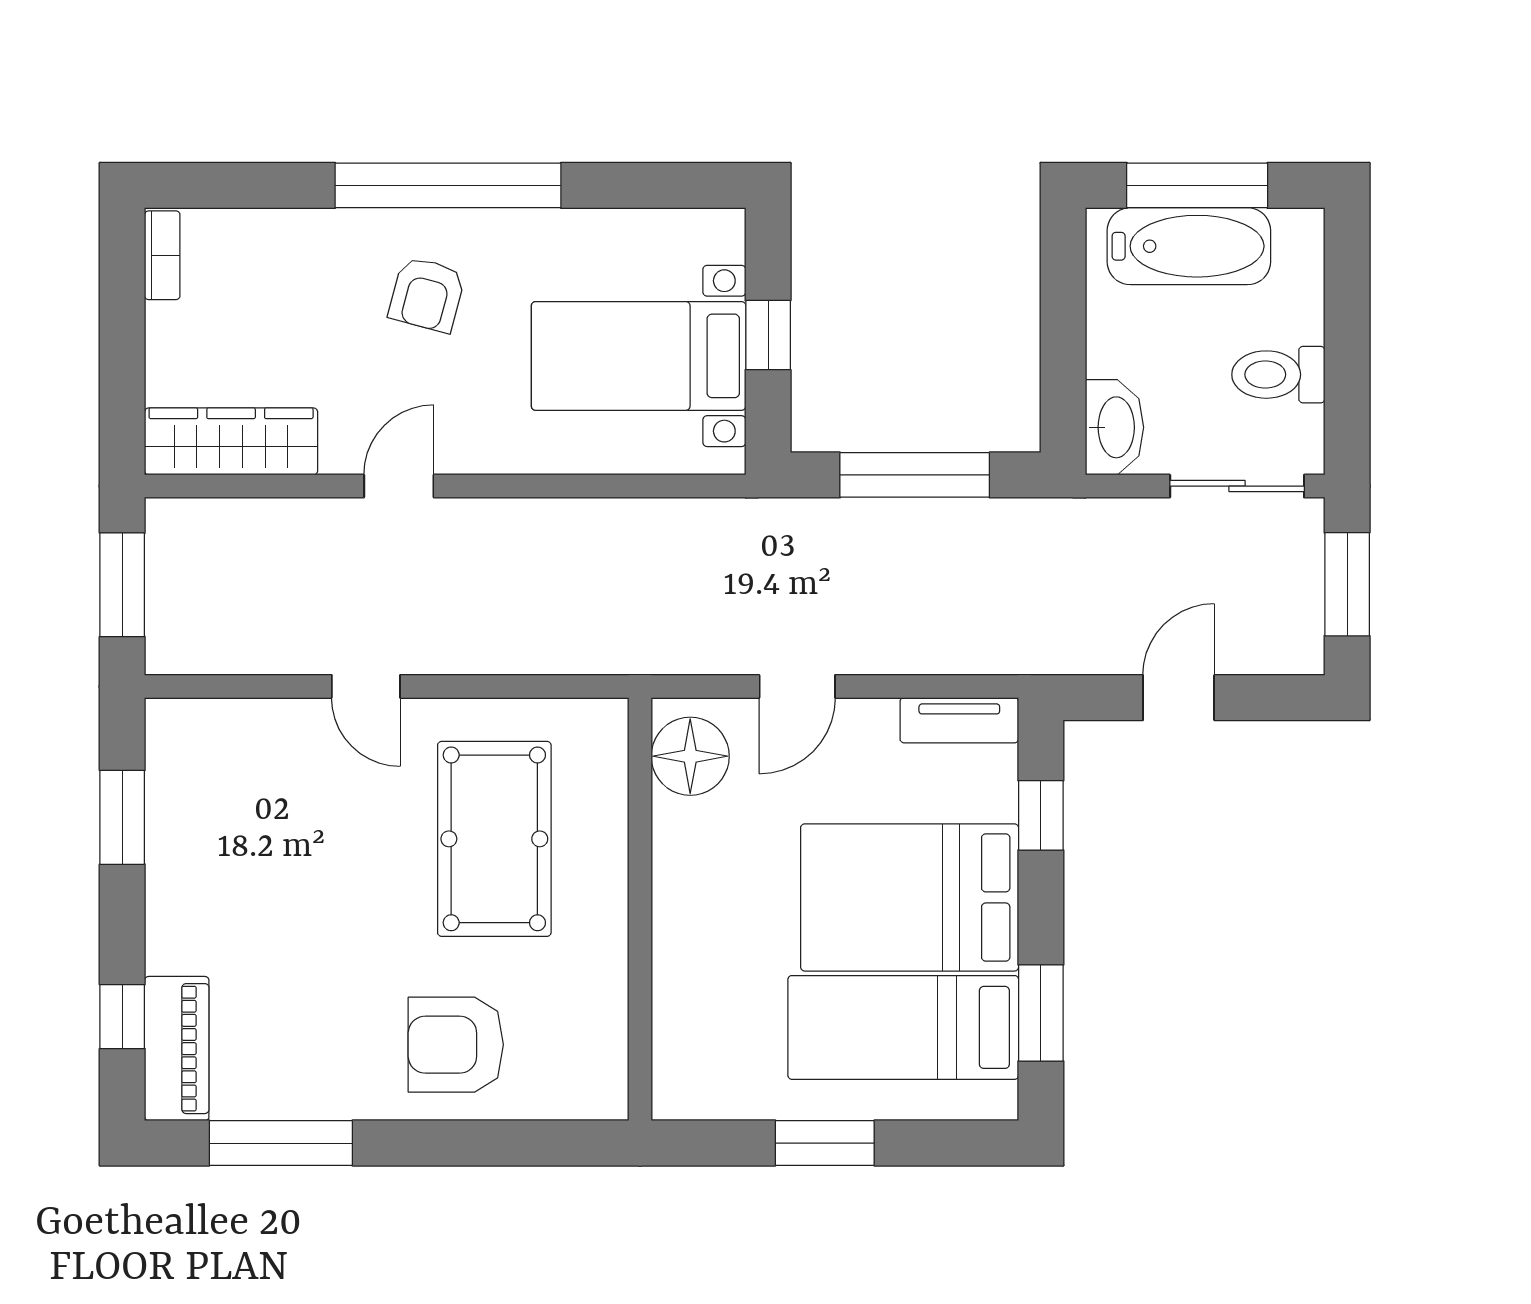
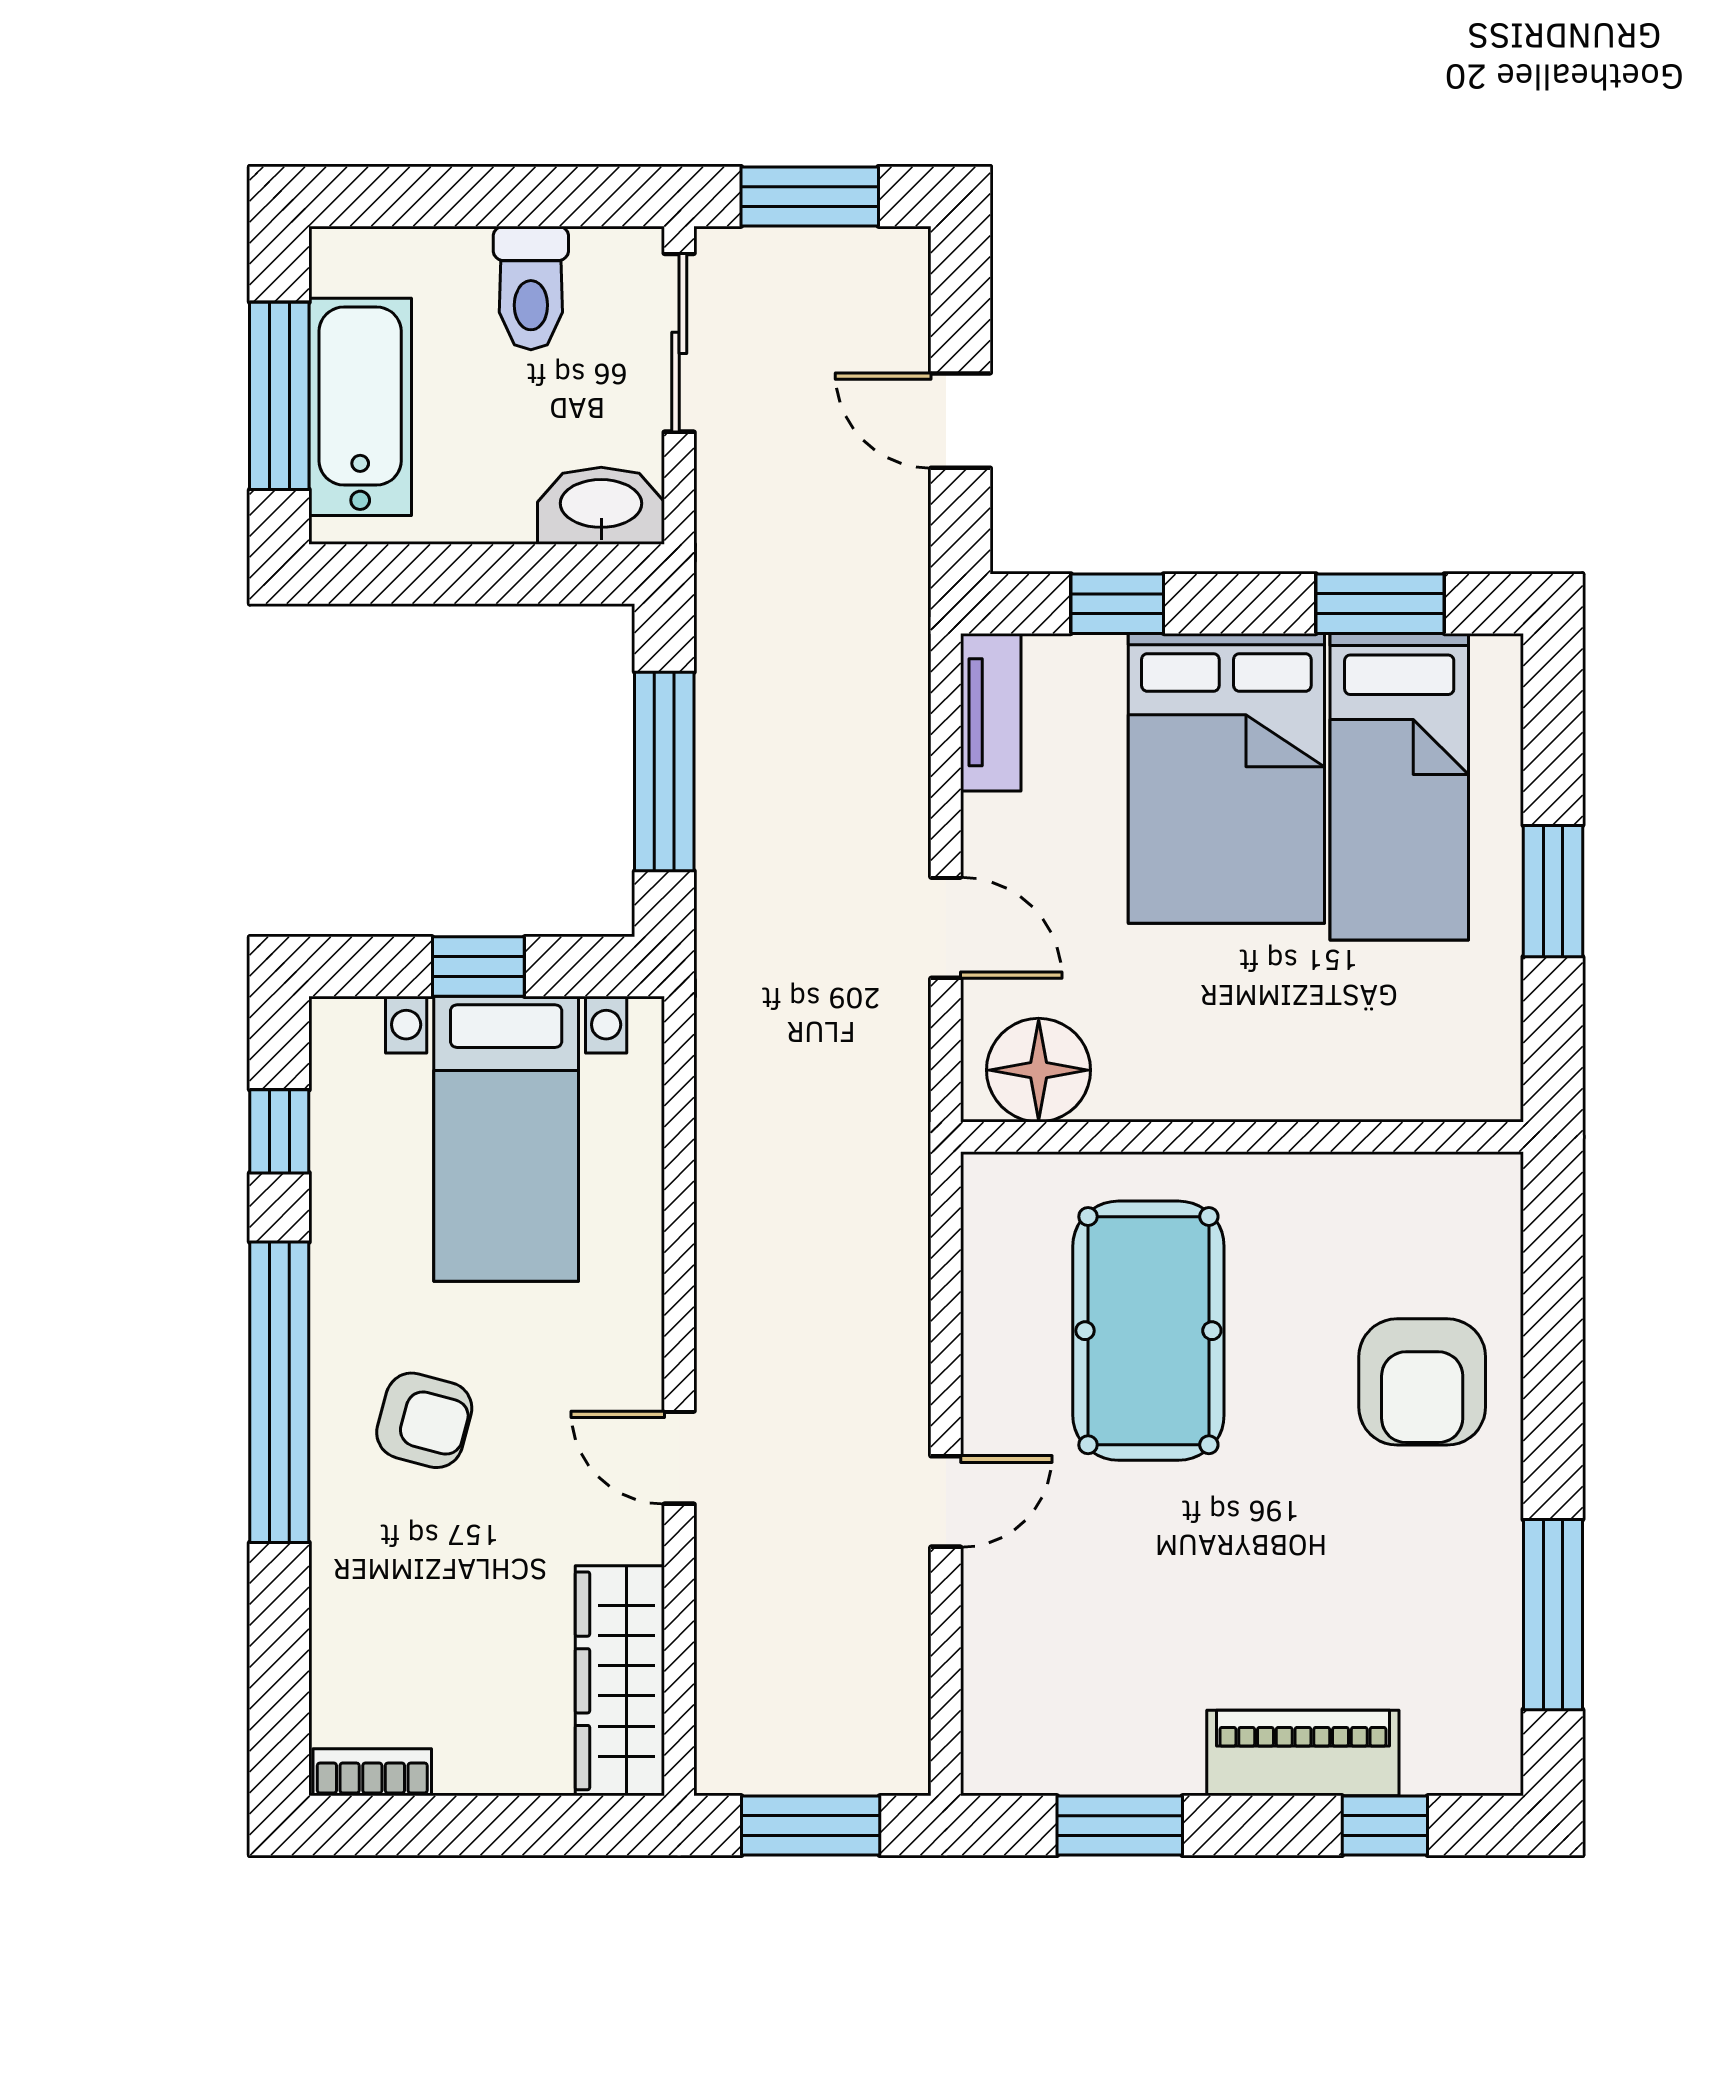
window: (644, 185) -> (279, 1131), added
pool table: (494, 839) -> (1148, 1331), turned 90
piano: (177, 1049) -> (1303, 1753), moved

